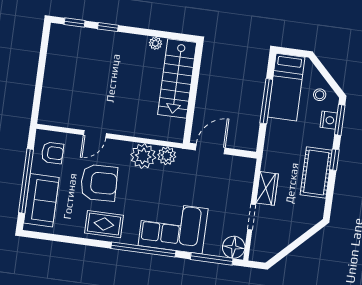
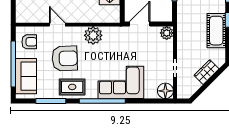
door: (95, 134) -> (57, 25), swing flipped
plant: (167, 156) -> (167, 33), moved
wardrobe: (267, 188) -> (206, 72), moved, turned -135
window: (212, 259) -> (51, 101), moved

